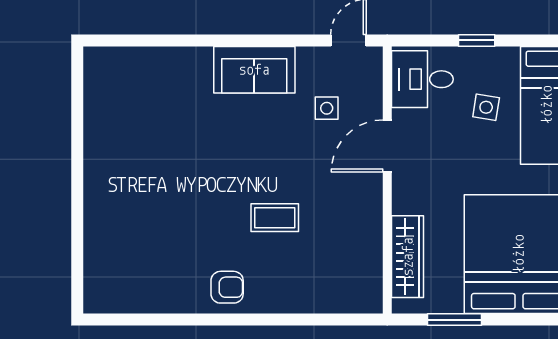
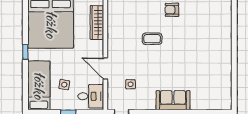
sofa: (254, 70) -> (173, 100), moved
door: (387, 146) -> (105, 69), swing flipped

